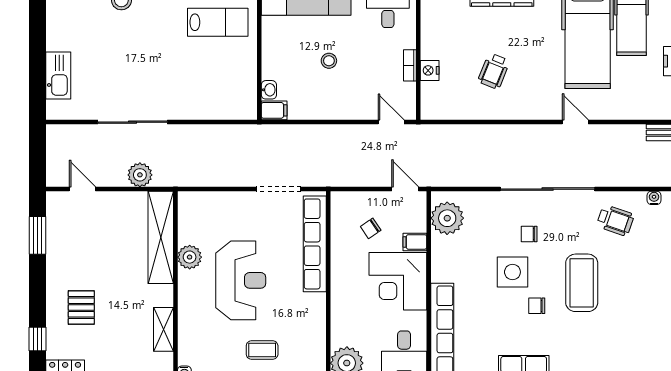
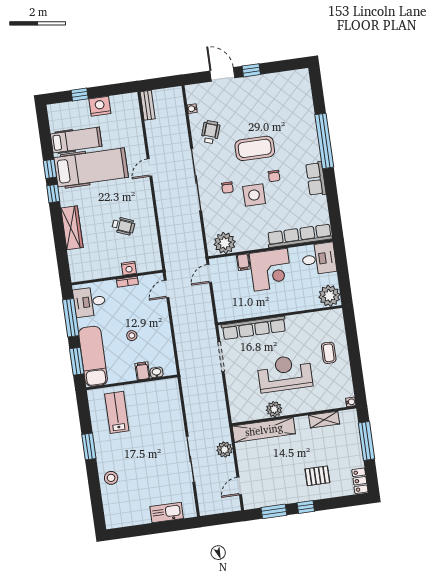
filing cabinet: (274, 110) -> (142, 371), moved
chair: (371, 228) -> (238, 292), removed
window: (37, 339) -> (306, 507), moved

